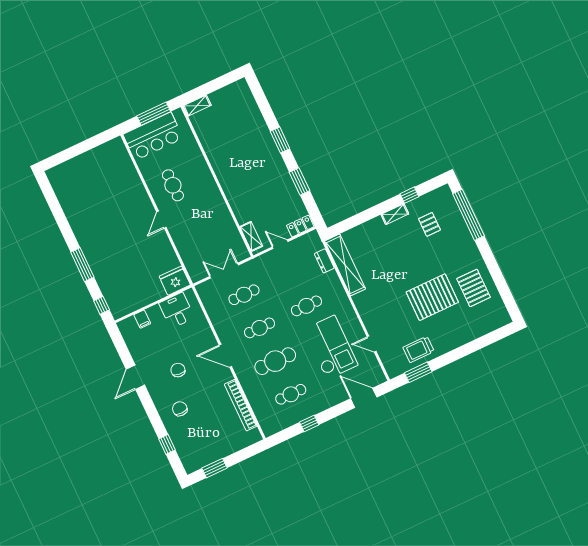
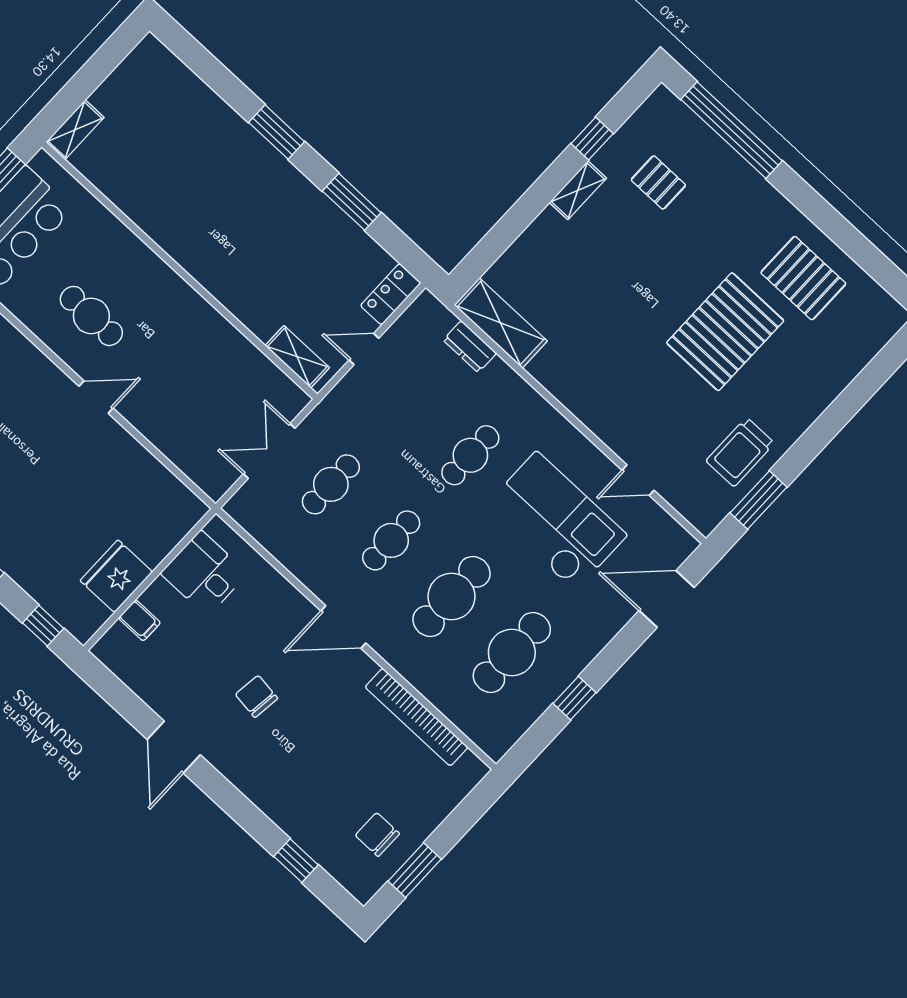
door: (161, 220) -> (96, 397), swing flipped
shelving: (345, 265) -> (501, 323), width x0.68
fridge: (175, 281) -> (116, 576), moved
cafe table: (291, 394) -> (512, 653), width x1.37, depth x1.35
chair: (180, 409) -> (377, 835), moved

